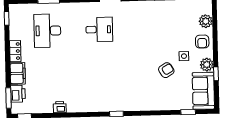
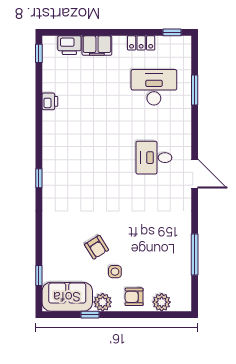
desk: (99, 29) -> (154, 158), turned 90
locker: (15, 51) -> (141, 43), moved
window: (9, 98) -> (64, 32), removed

